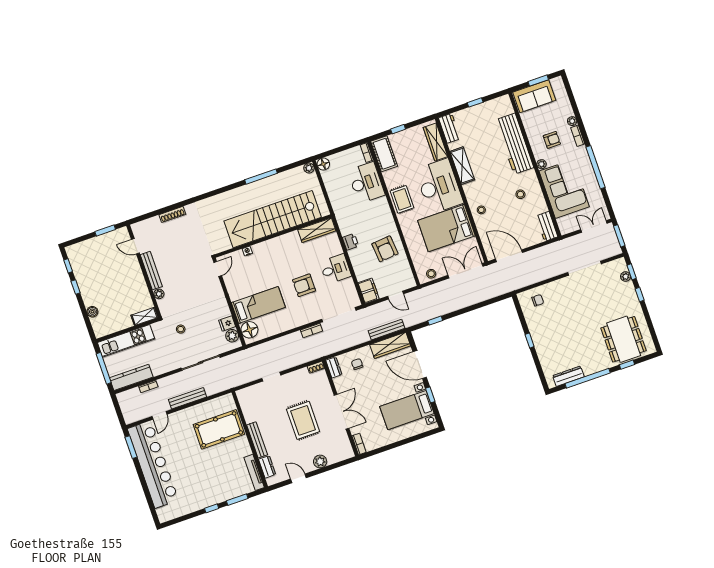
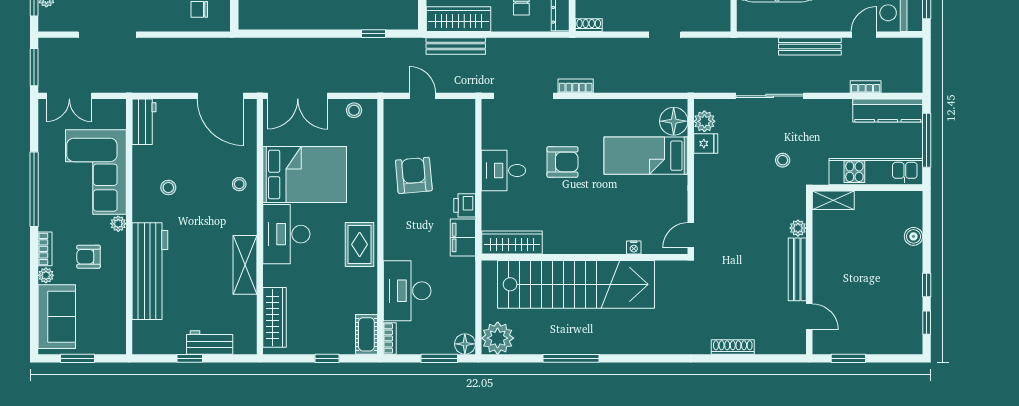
sofa: (534, 96) -> (57, 317), moved, turned 90
workbench: (449, 128) -> (210, 342), moved, turned 90
window: (335, 151) -> (439, 358), added
cot: (384, 154) -> (366, 334), width x0.73, depth x0.75
plant: (309, 168) -> (498, 338), width x1.88, depth x1.88
desk: (439, 186) -> (286, 234), width x0.73, depth x0.77
filing cabinet: (369, 291) -> (463, 238), moved

